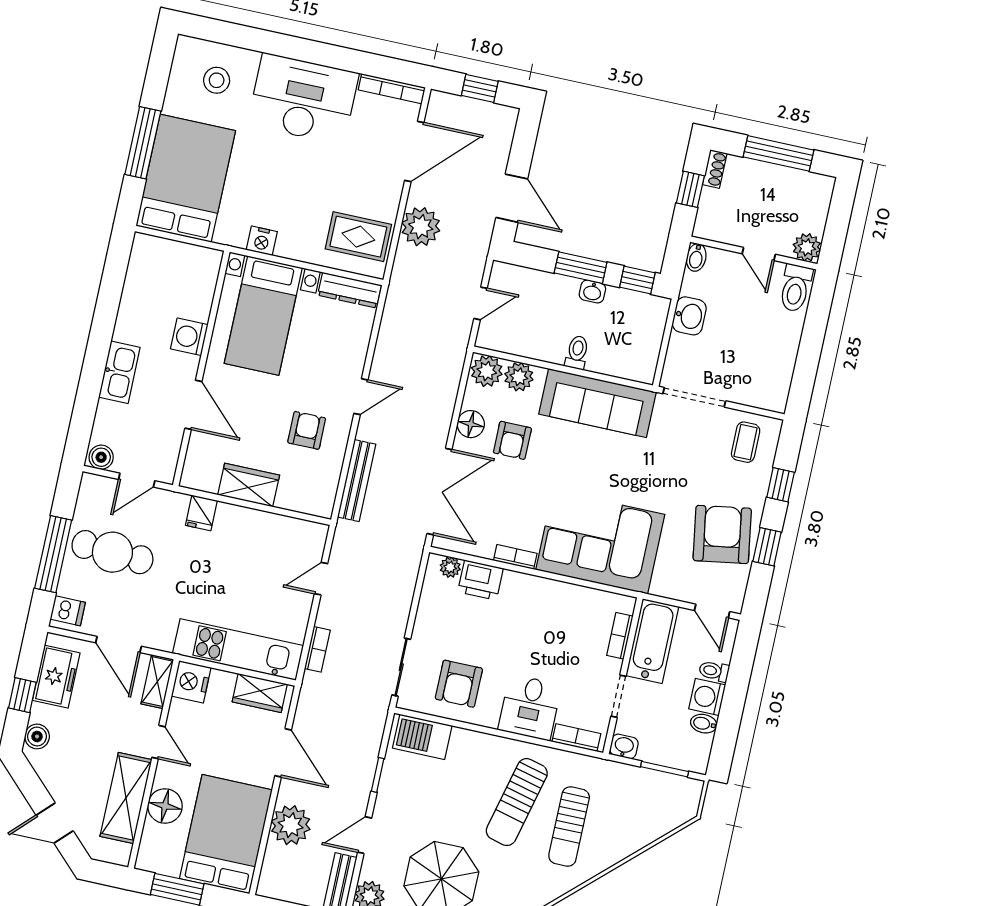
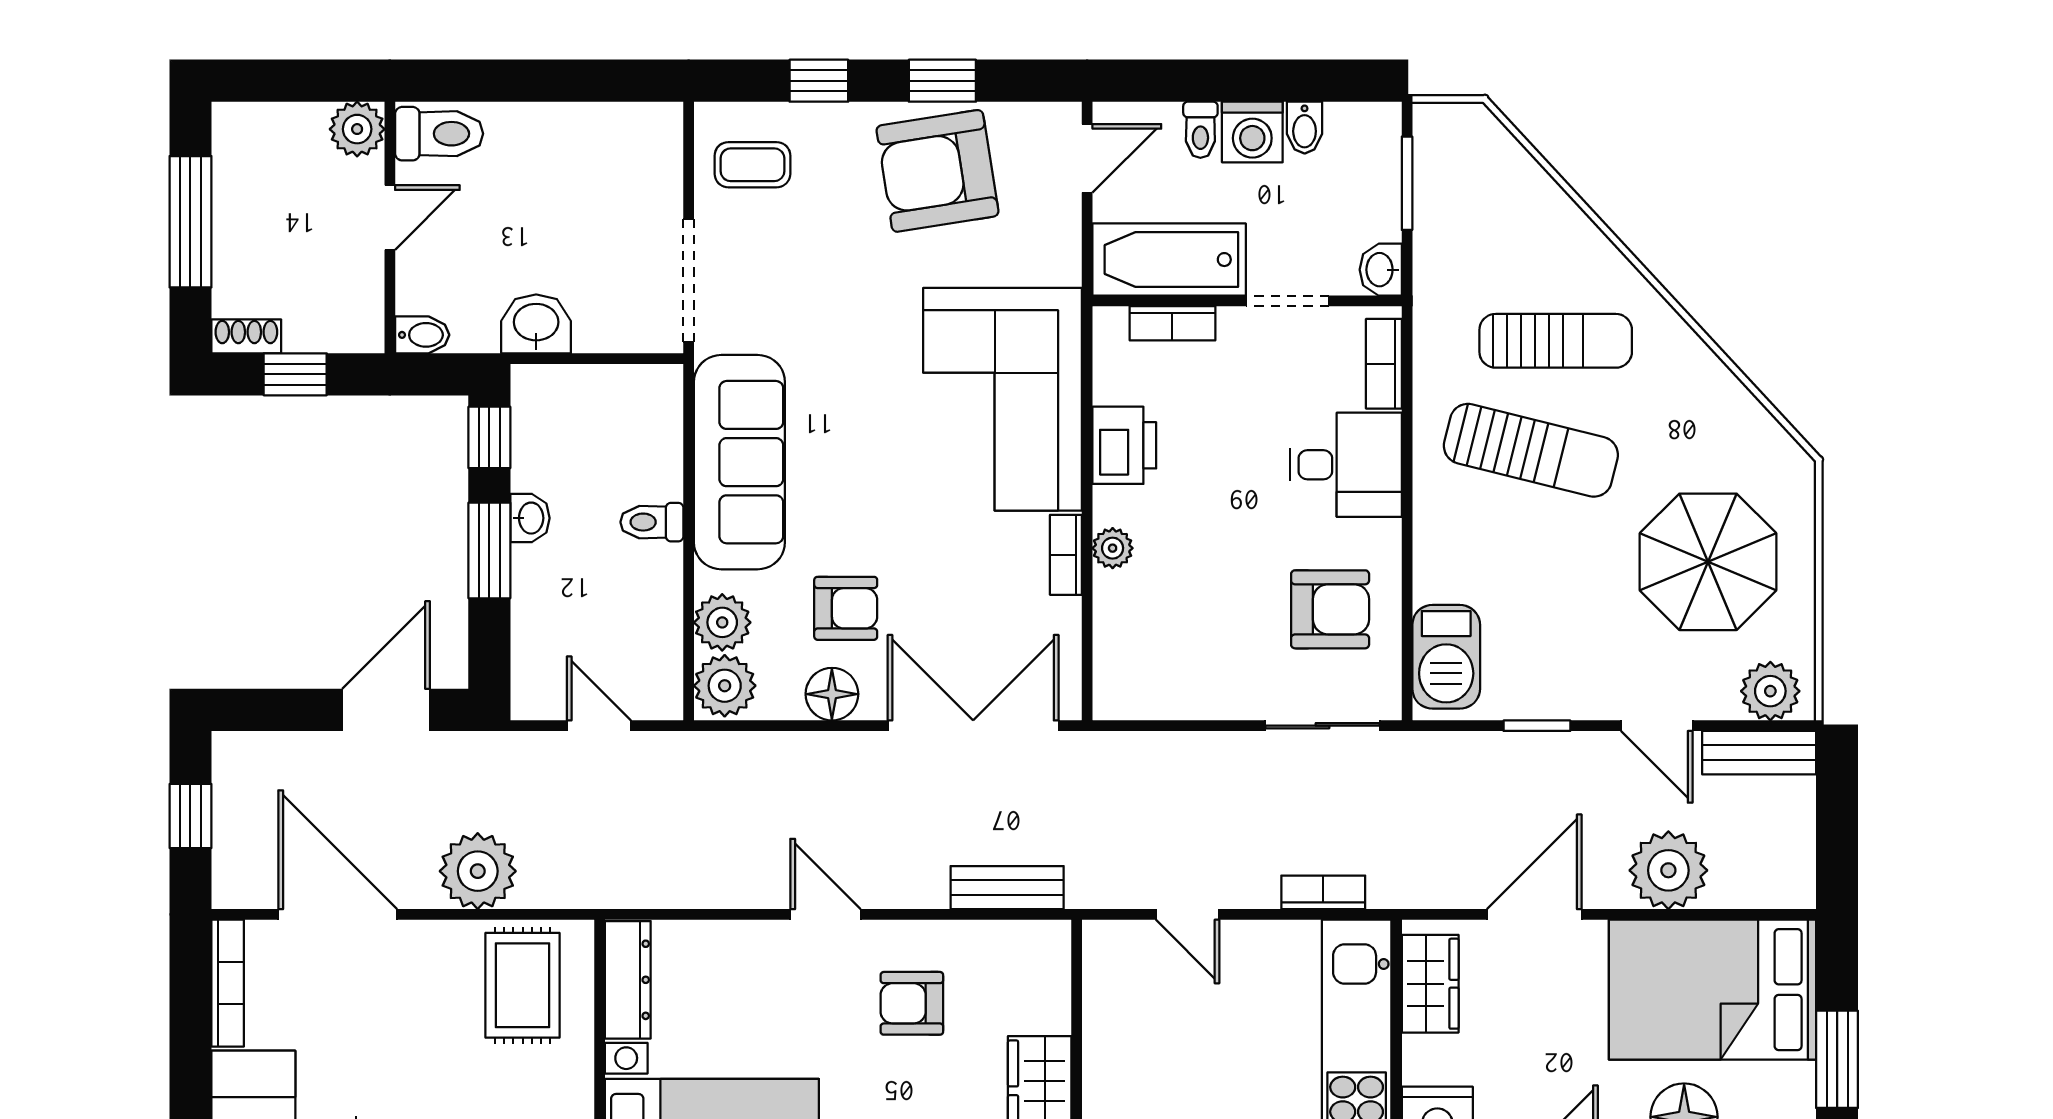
bench: (357, 481) -> (1007, 888), width x0.73
plant: (450, 567) -> (1113, 548), moved
printer: (480, 580) -> (1124, 445), moved

